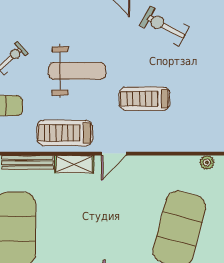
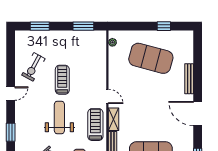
treadmill: (145, 99) -> (62, 80), moved, turned 180
treadmill: (65, 133) -> (95, 125), turned 180

